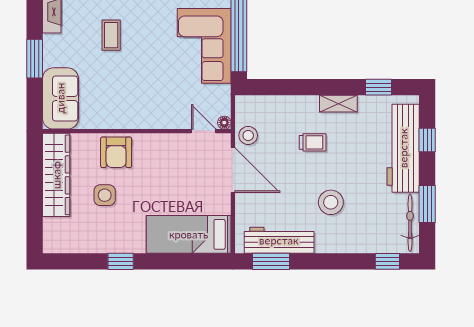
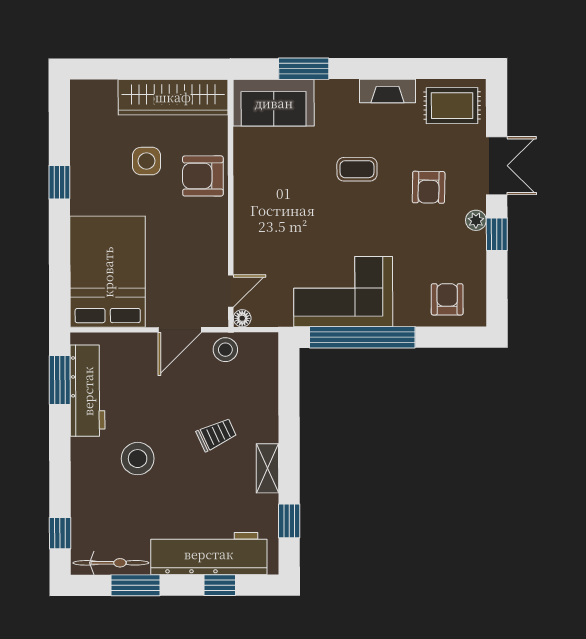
window: (35, 59) -> (304, 69), moved
trolley: (313, 142) -> (216, 434), turned -115
door: (233, 170) -> (180, 330), width x0.73
bed: (189, 234) -> (108, 272), width x1.50

